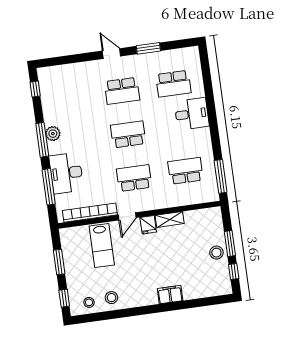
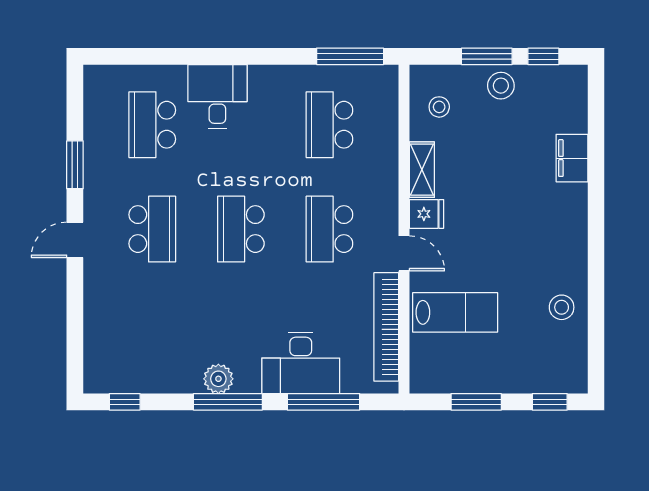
school desk: (173, 84) -> (152, 125), turned 180
filing cabinet: (170, 295) -> (572, 158), moved
stool: (89, 302) -> (439, 107), moved

